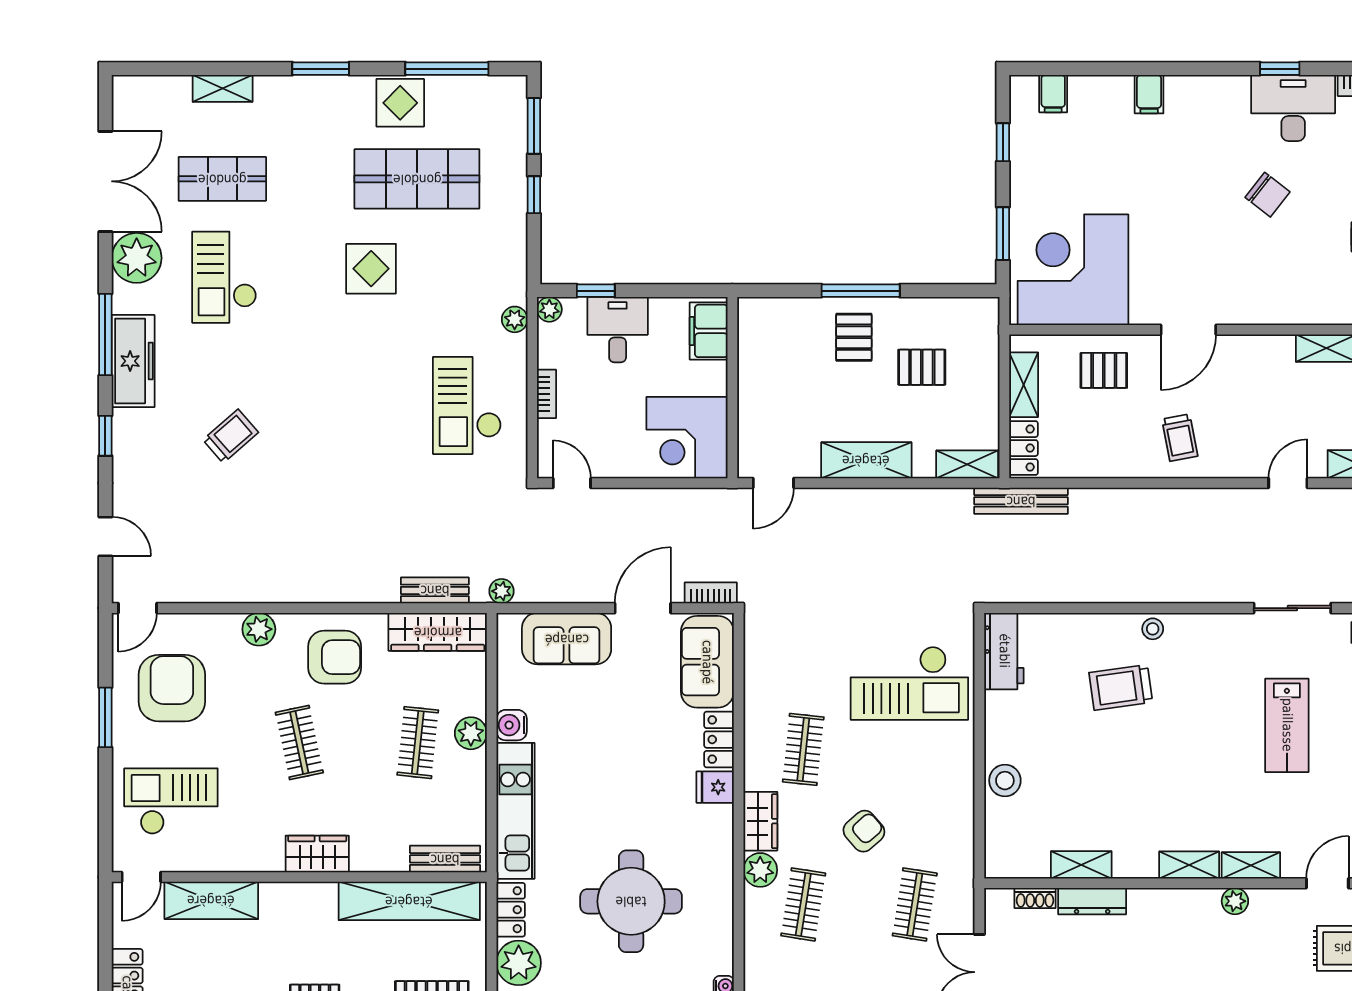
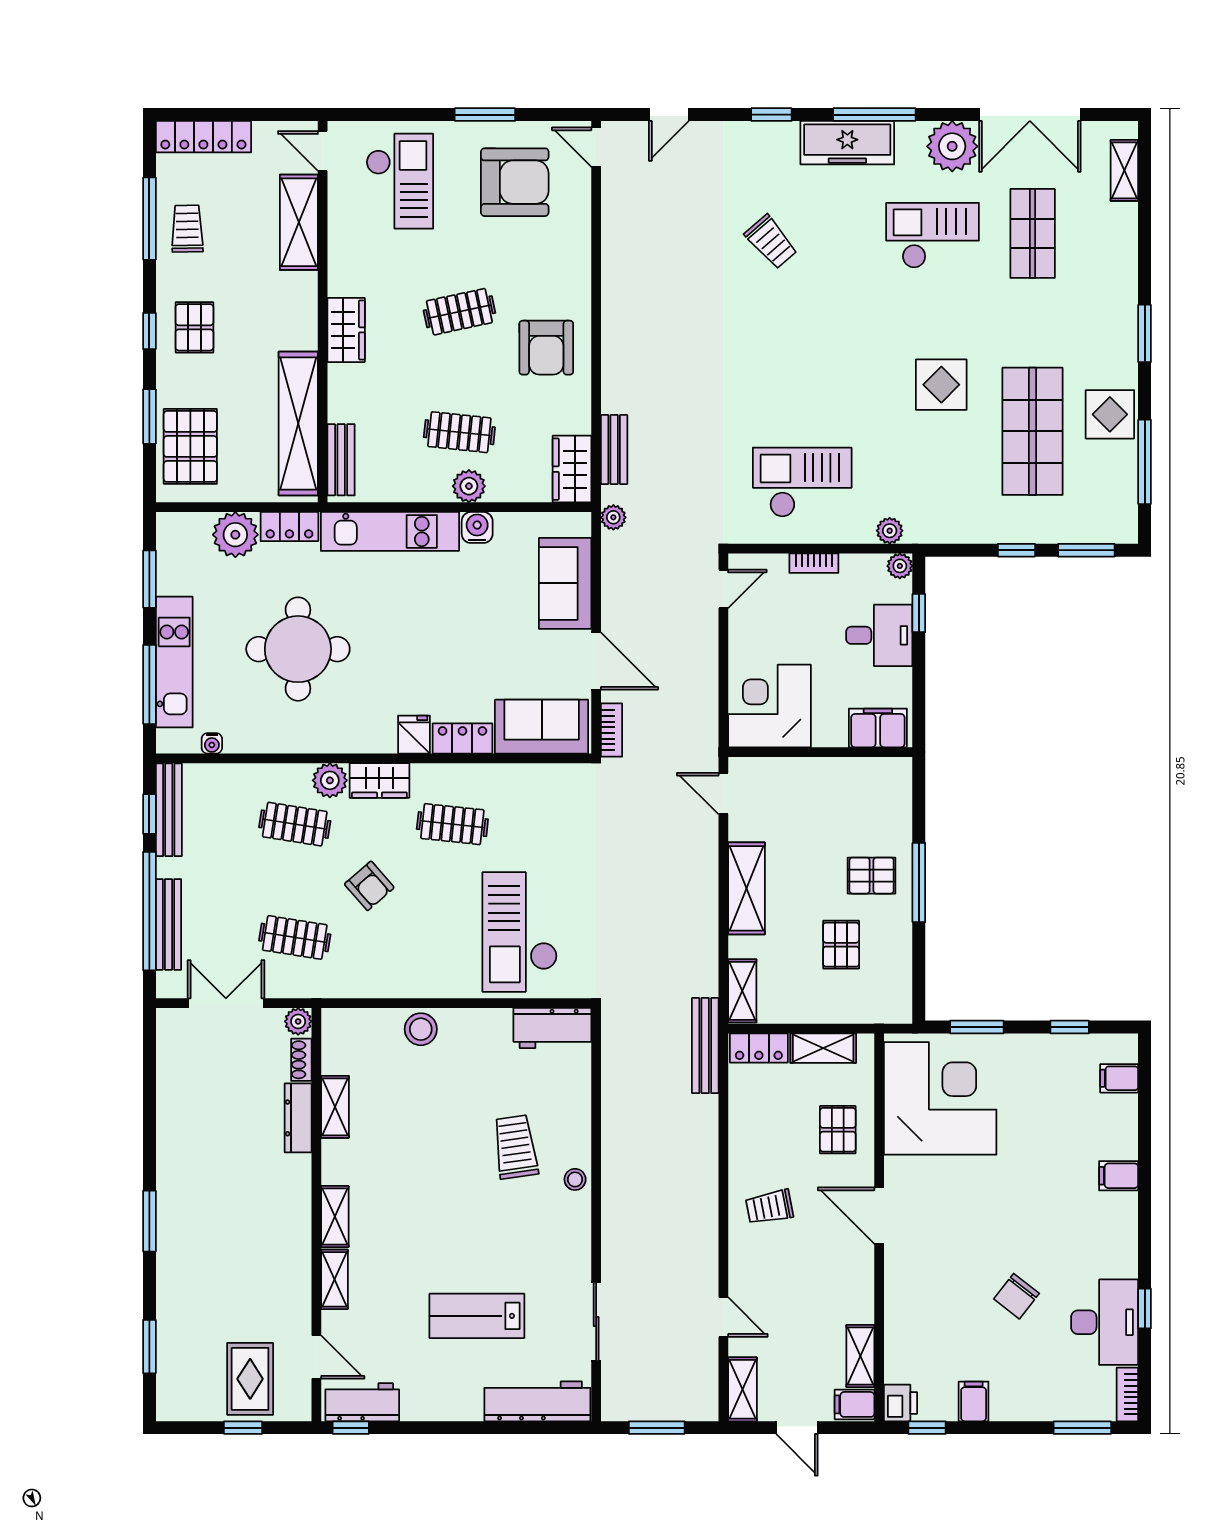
shelving: (223, 88) -> (1124, 170), moved
plant: (259, 629) -> (575, 271), removed
wardrobe: (438, 632) -> (572, 469), width x0.67
plant: (1235, 901) -> (298, 1021), moved

